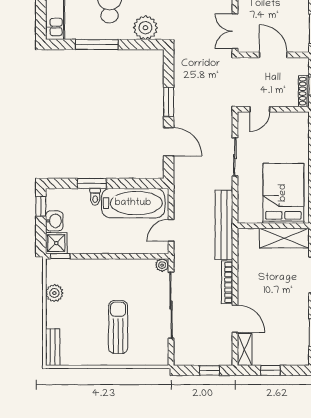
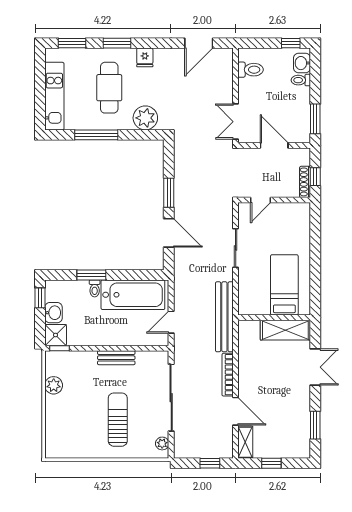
bed: (283, 193) -> (284, 285), width x0.67
plant: (162, 265) -> (162, 443), moved
bench: (53, 347) -> (116, 358), moved, turned 90

